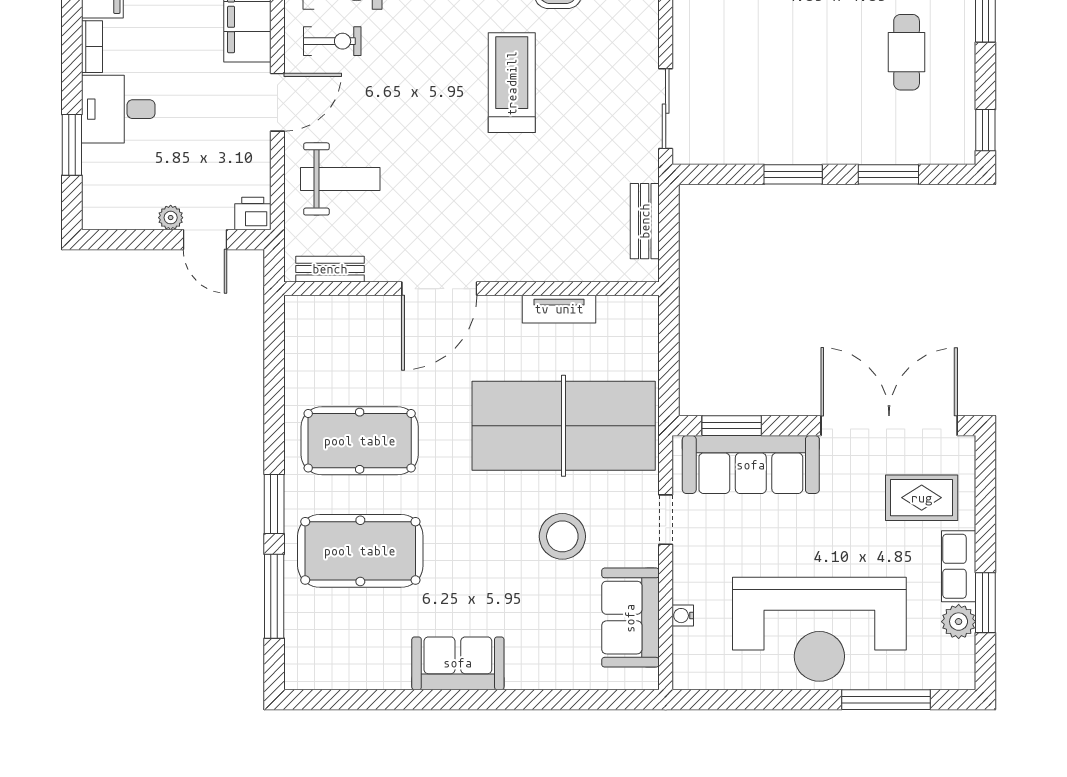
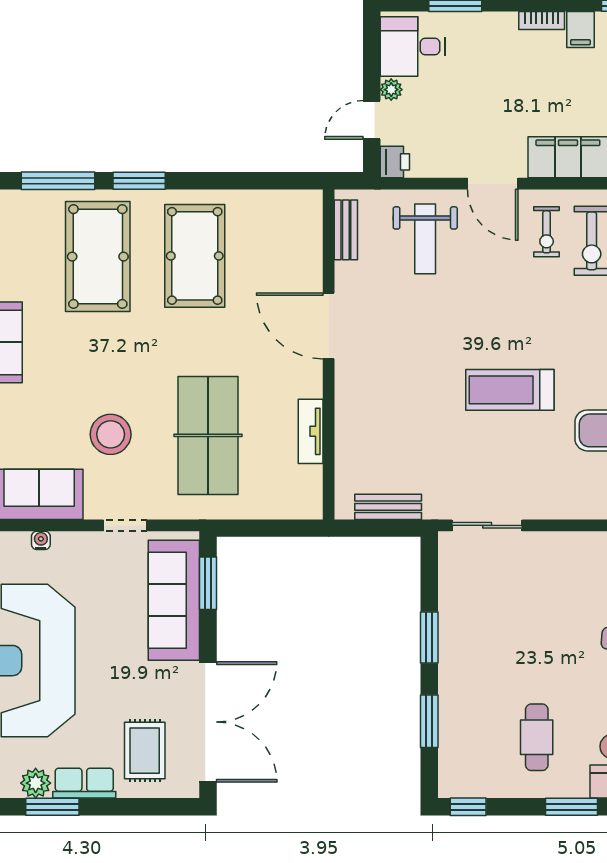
cafe table: (907, 52) -> (537, 737), turned 90
treadmill: (512, 83) -> (510, 390), turned 180
desk: (118, 109) -> (413, 47), moved, turned -90
table tennis table: (564, 426) -> (208, 435), width x0.73, depth x0.76

